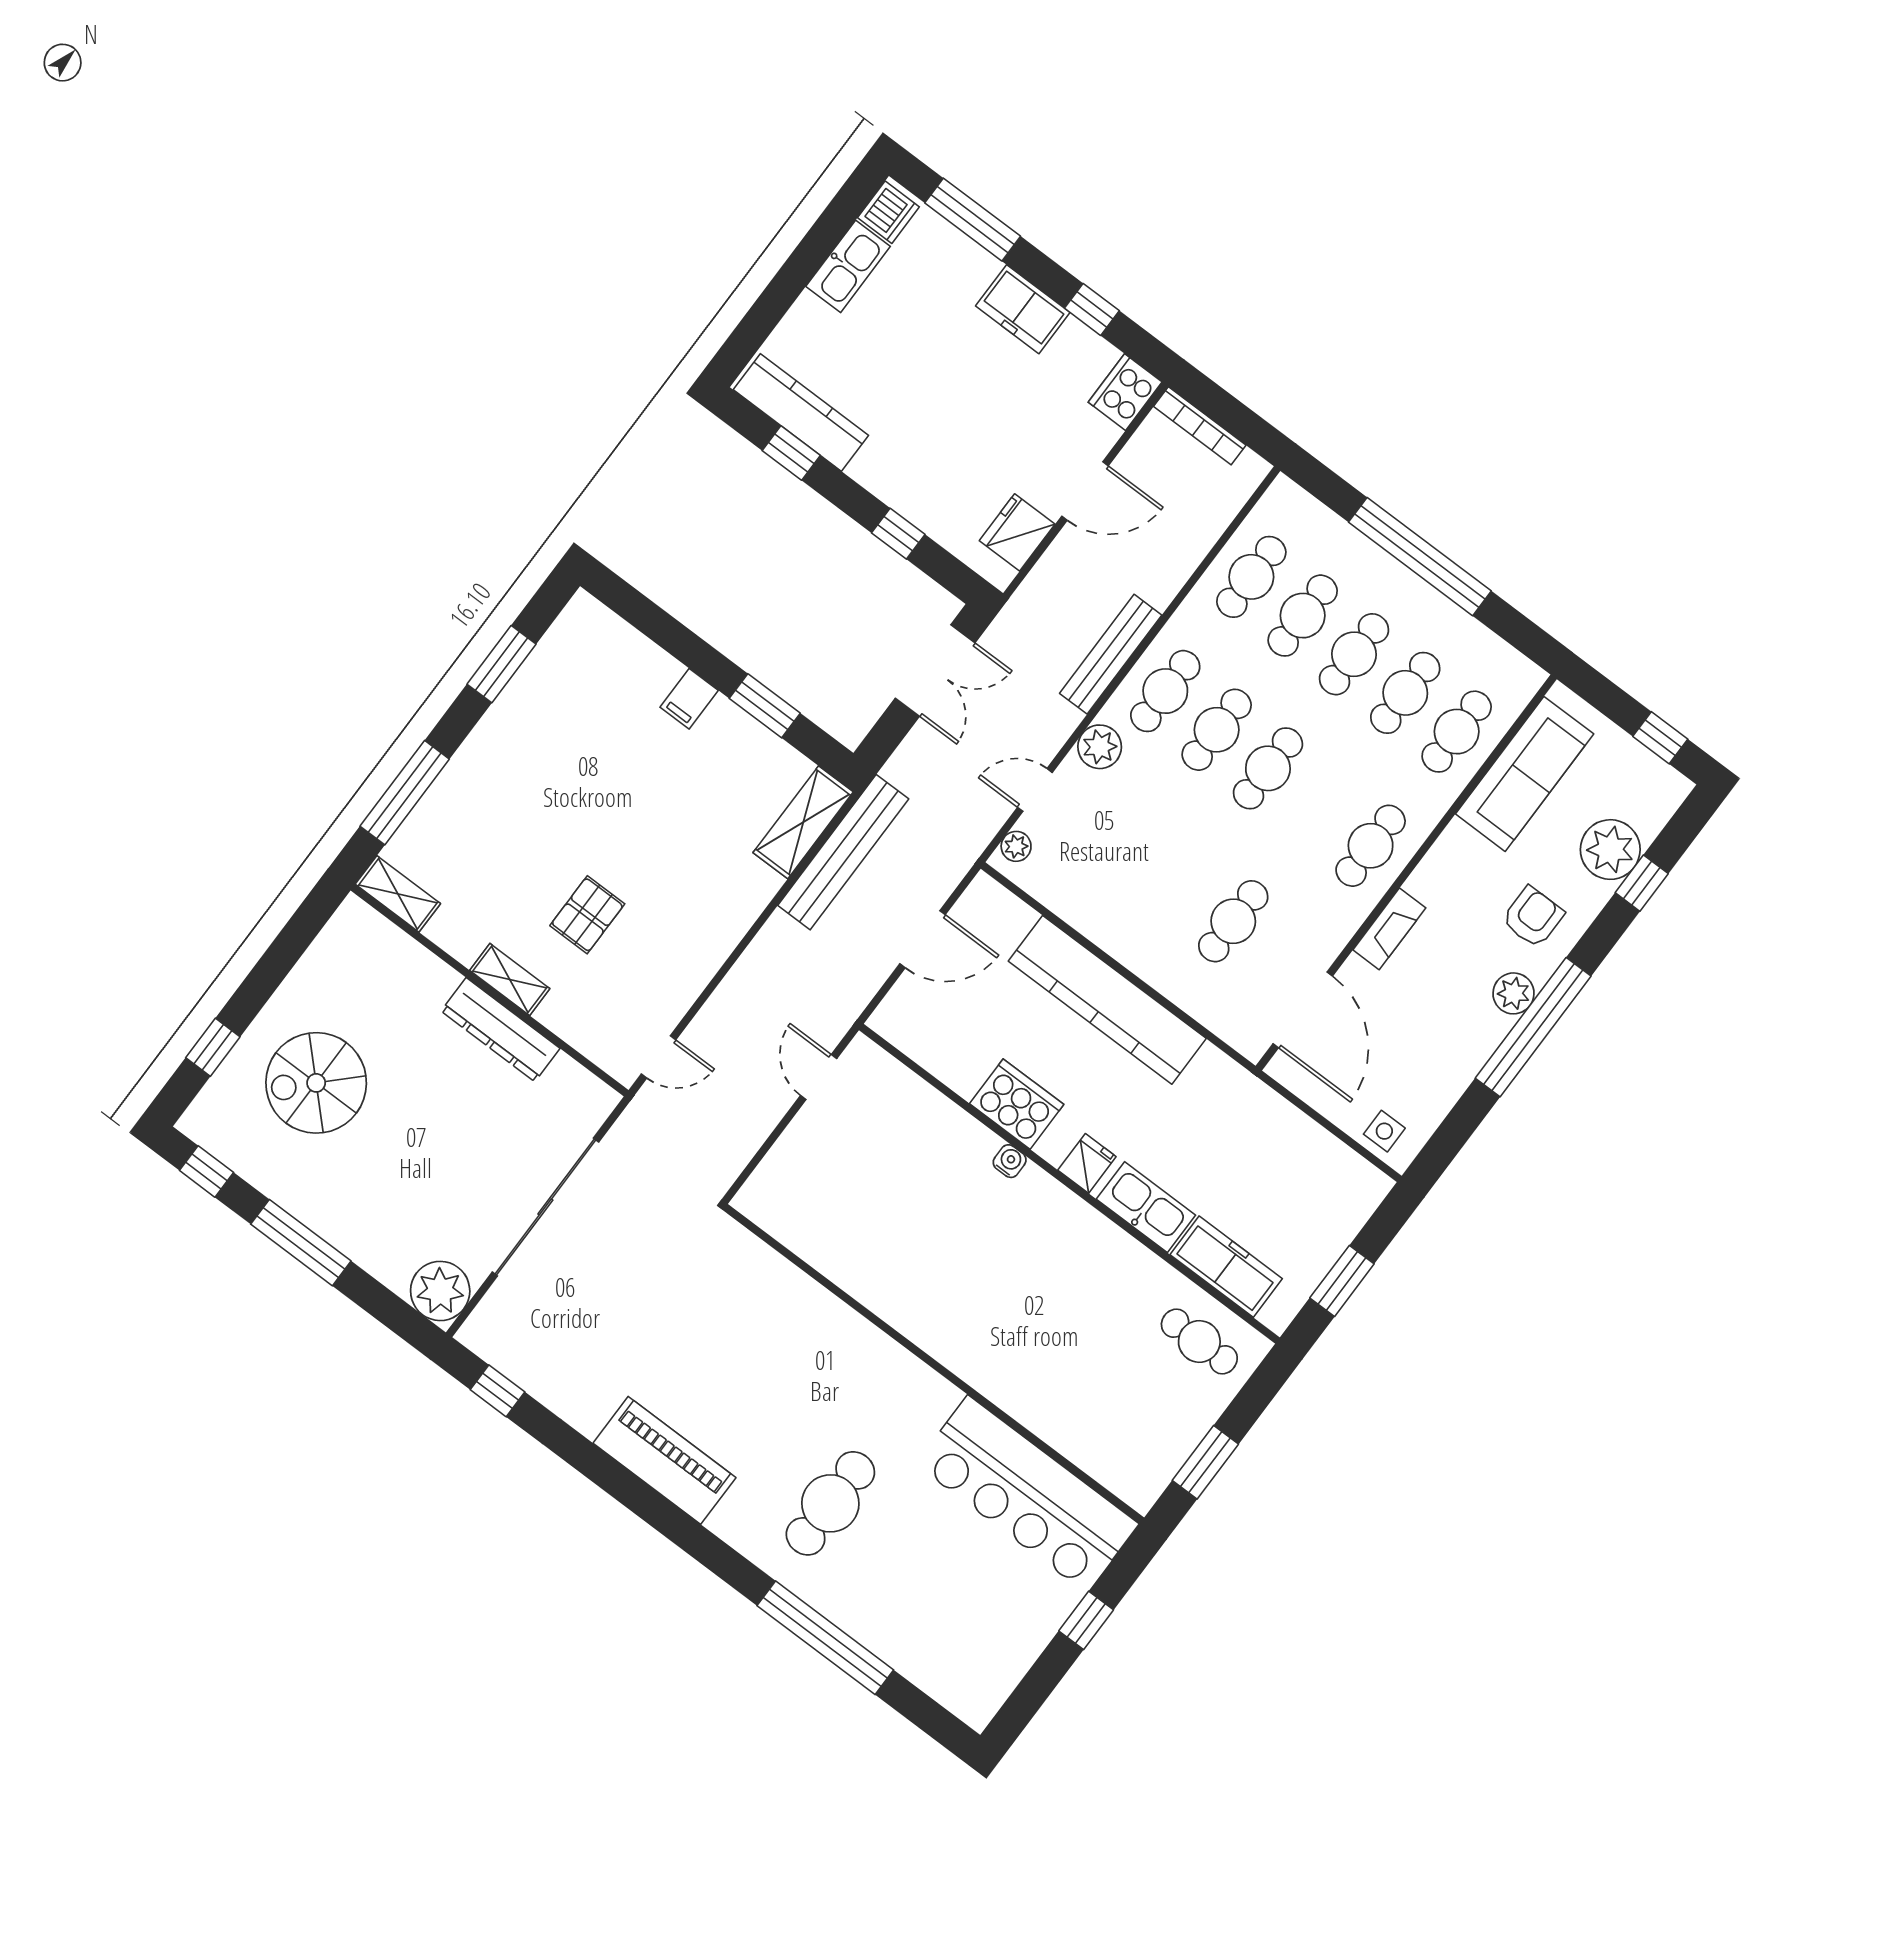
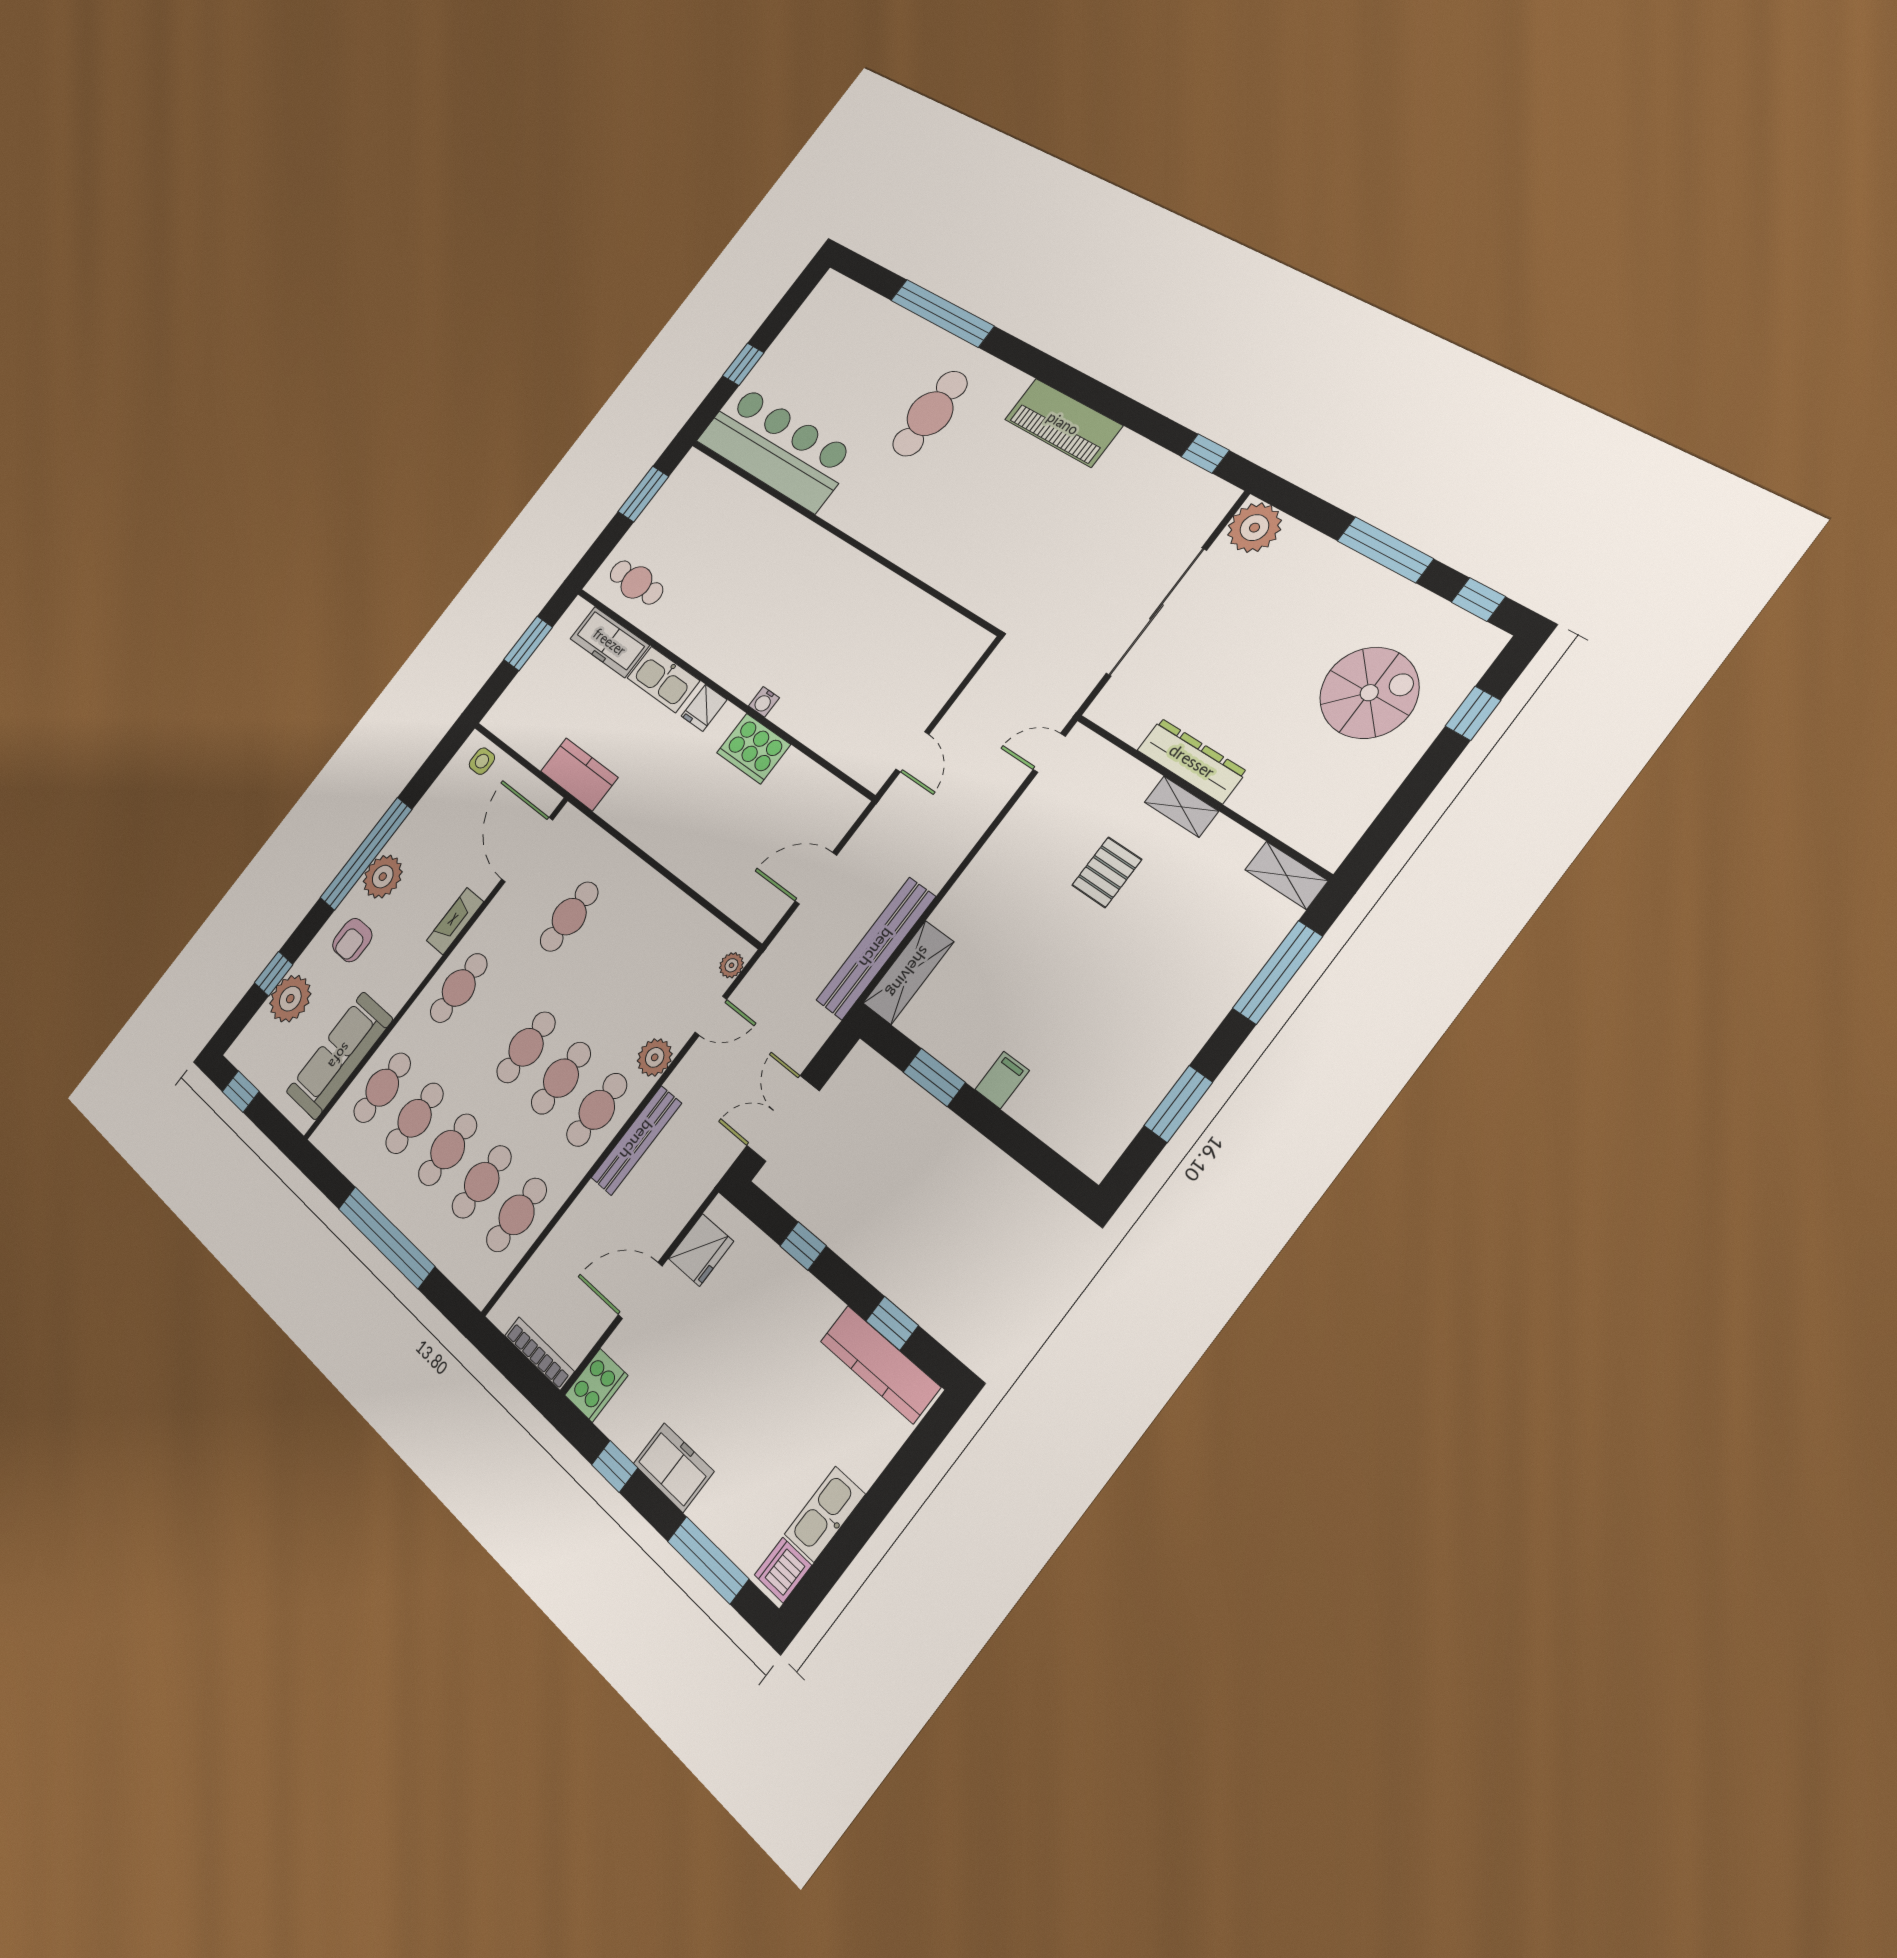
plant: (1514, 993) -> (383, 877), width x1.36, depth x1.36
kitchen counter: (1107, 1000) -> (579, 774), moved, width x0.48, depth x0.86

